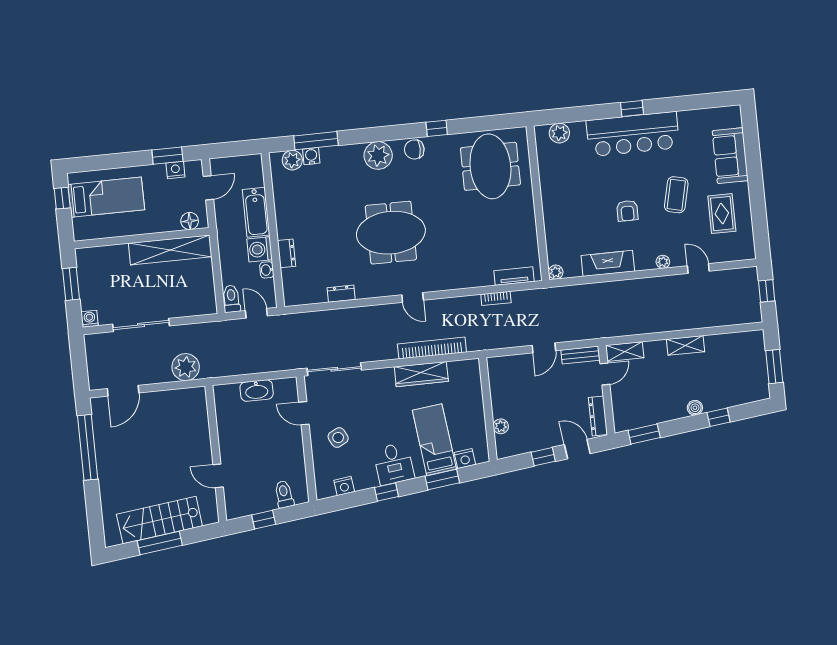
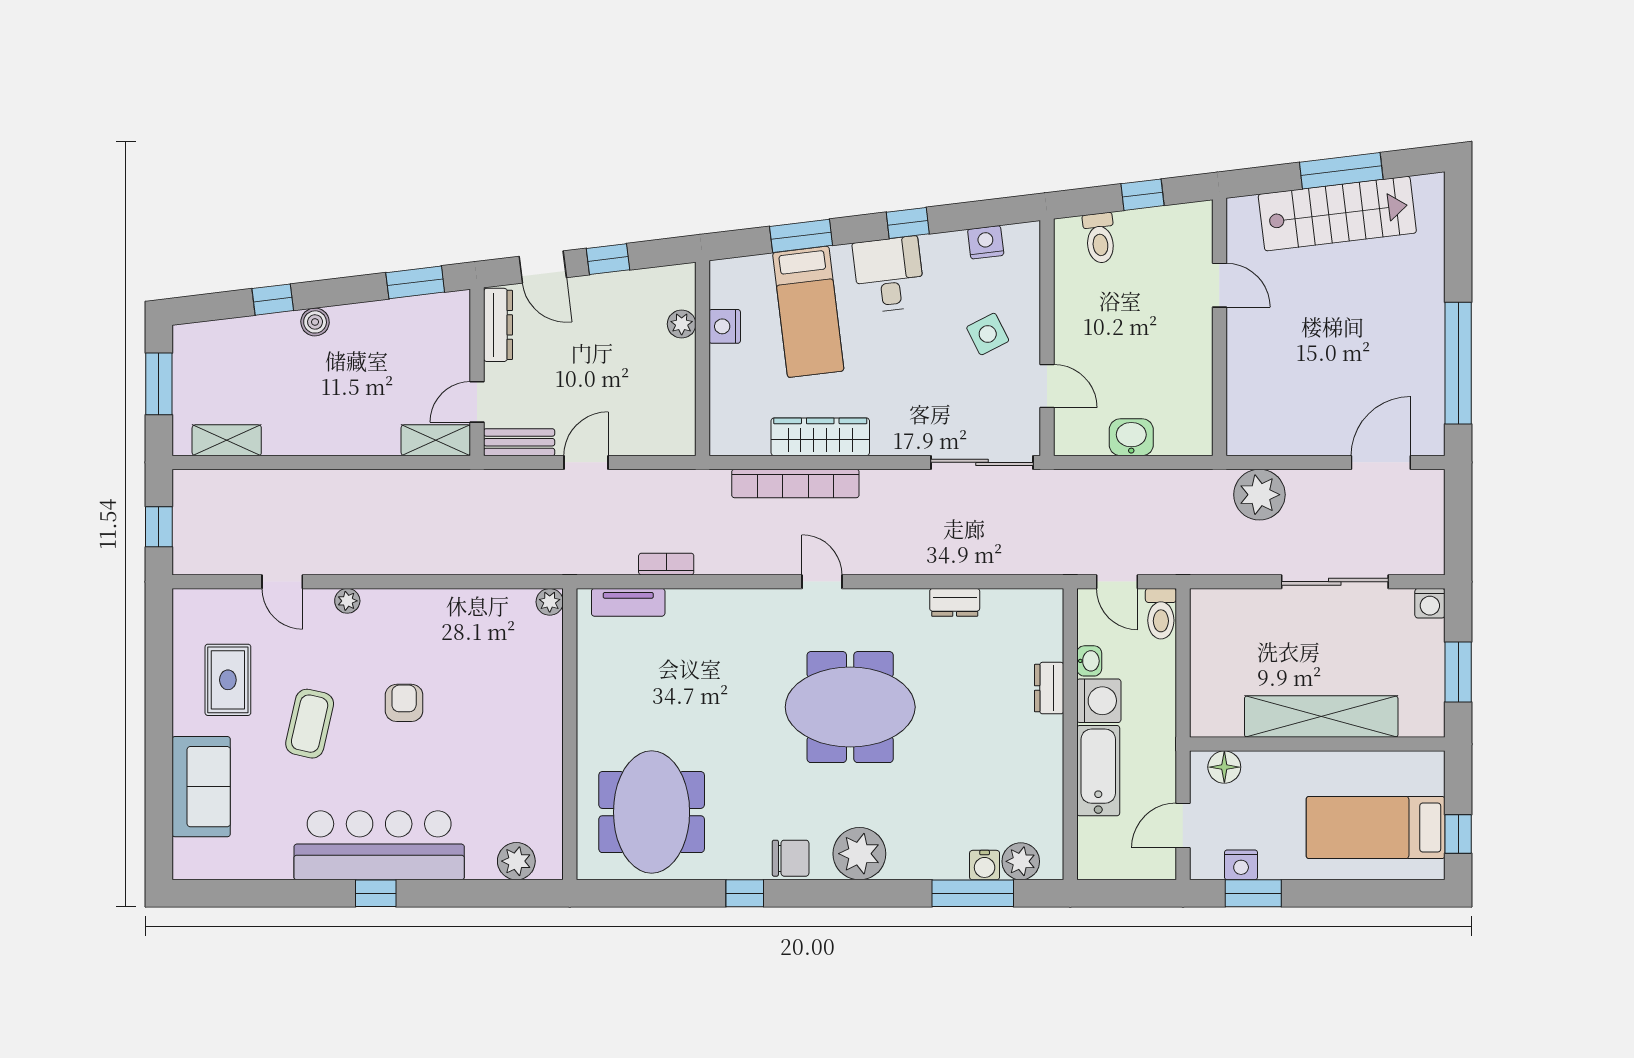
shelving: (170, 250) -> (1321, 717), moved
fireplace: (608, 263) -> (450, 608), removed
shelving: (685, 345) -> (227, 440), moved
washbasin: (257, 391) -> (1131, 437), width x0.72
nightstand: (465, 459) -> (725, 326), moved, turned -83

